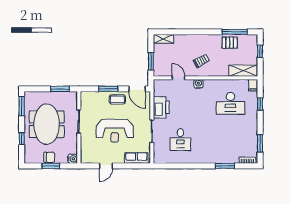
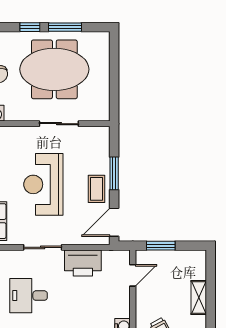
shelving: (163, 39) -> (199, 298), moved
door: (178, 78) -> (133, 275), moved
window: (60, 89) -> (114, 92), removed
window: (22, 106) -> (65, 27), moved

